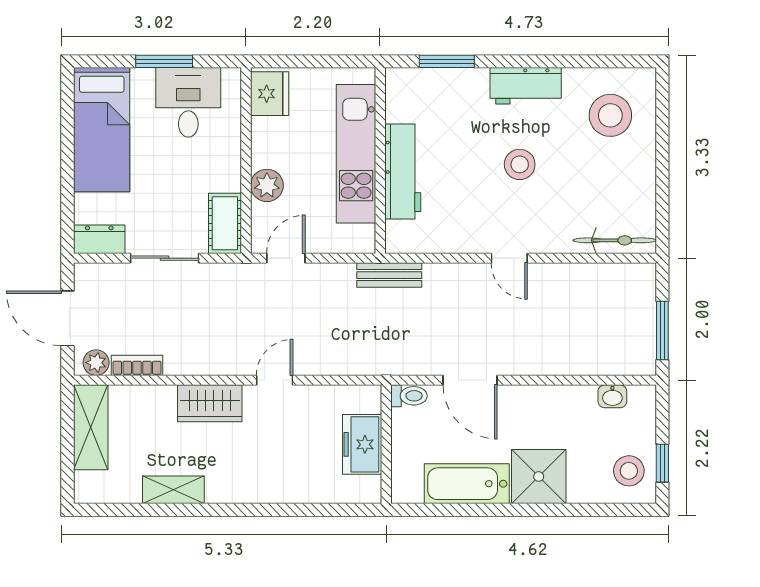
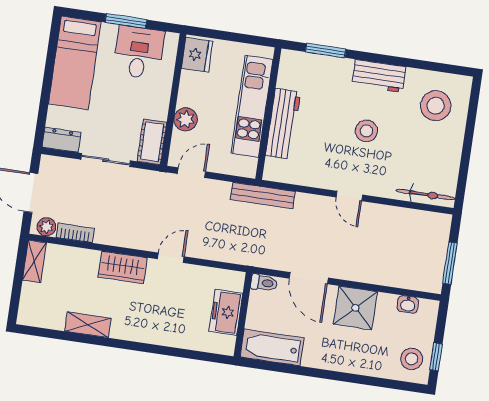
bench: (389, 275) -> (263, 195), width x1.36
shelving: (91, 427) -> (34, 261), width x0.67, depth x0.75
shower: (539, 477) -> (355, 308), moved
bathtub: (467, 484) -> (272, 347), moved

